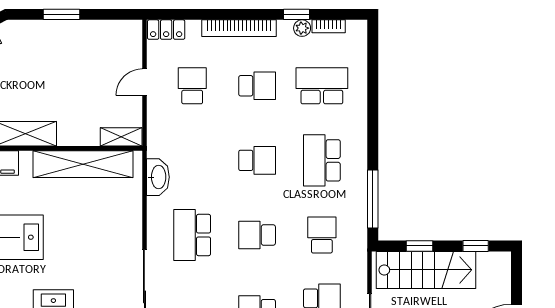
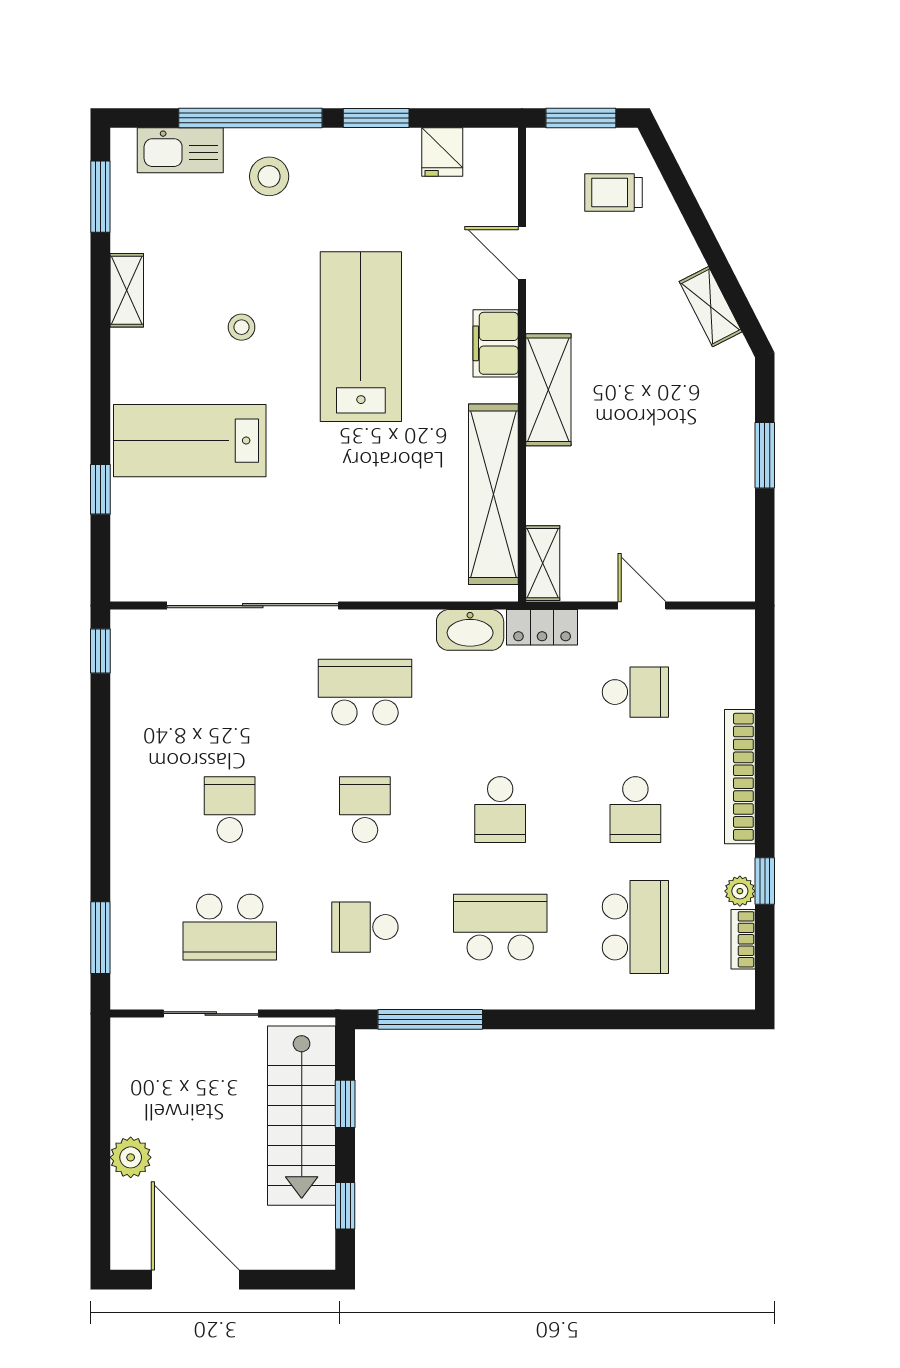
locker: (166, 30) -> (542, 627), moved, turned -90
school desk: (322, 235) -> (365, 927), turned 180

